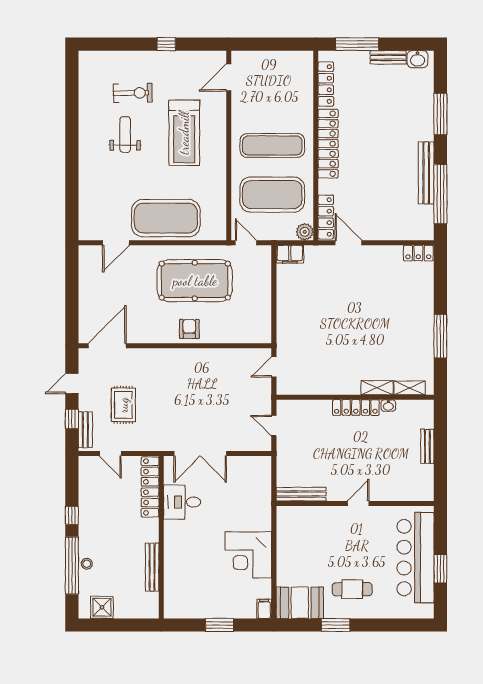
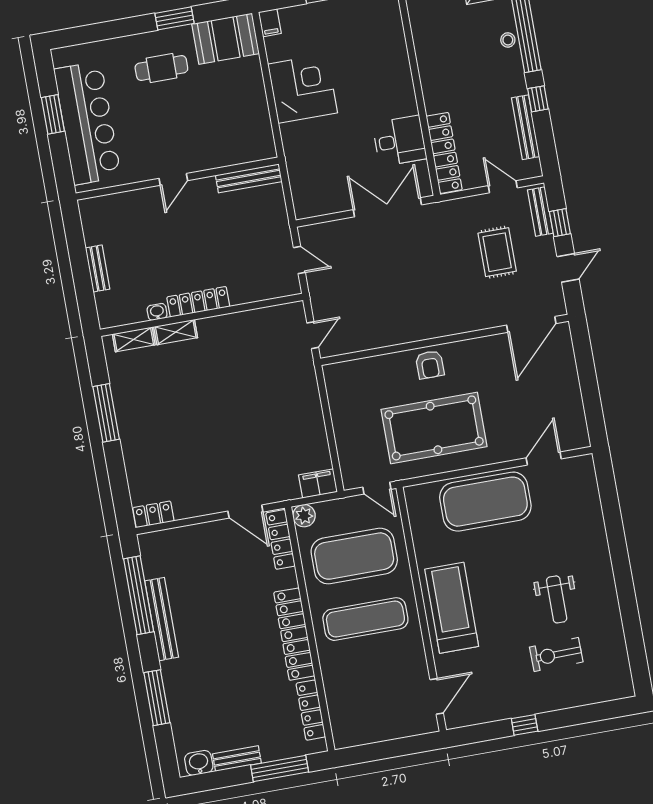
treadmill: (184, 133) -> (452, 608), moved
bench: (152, 567) -> (526, 127), moved

